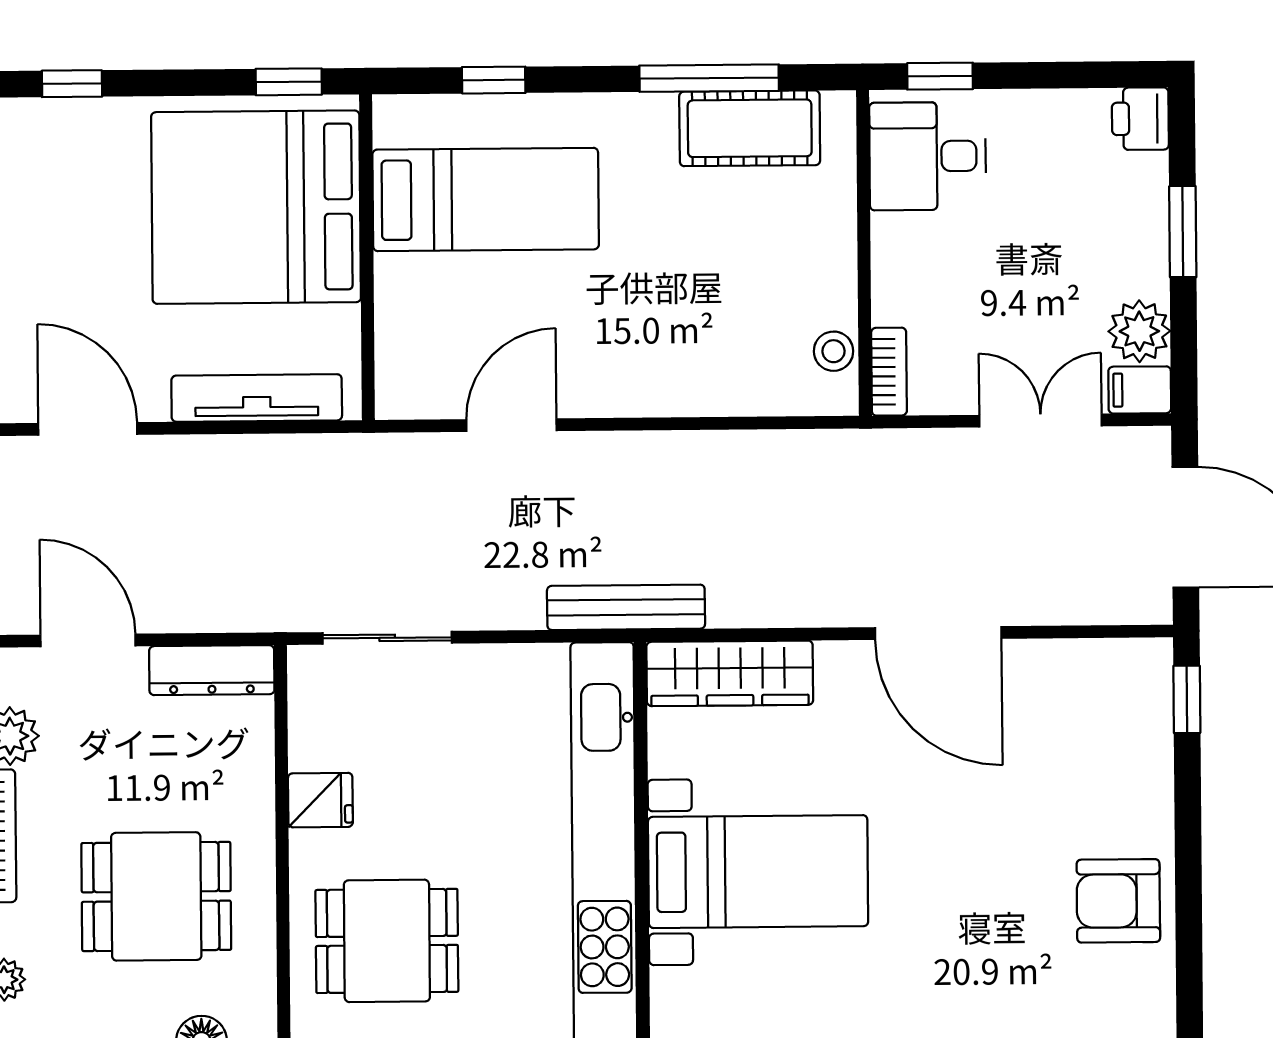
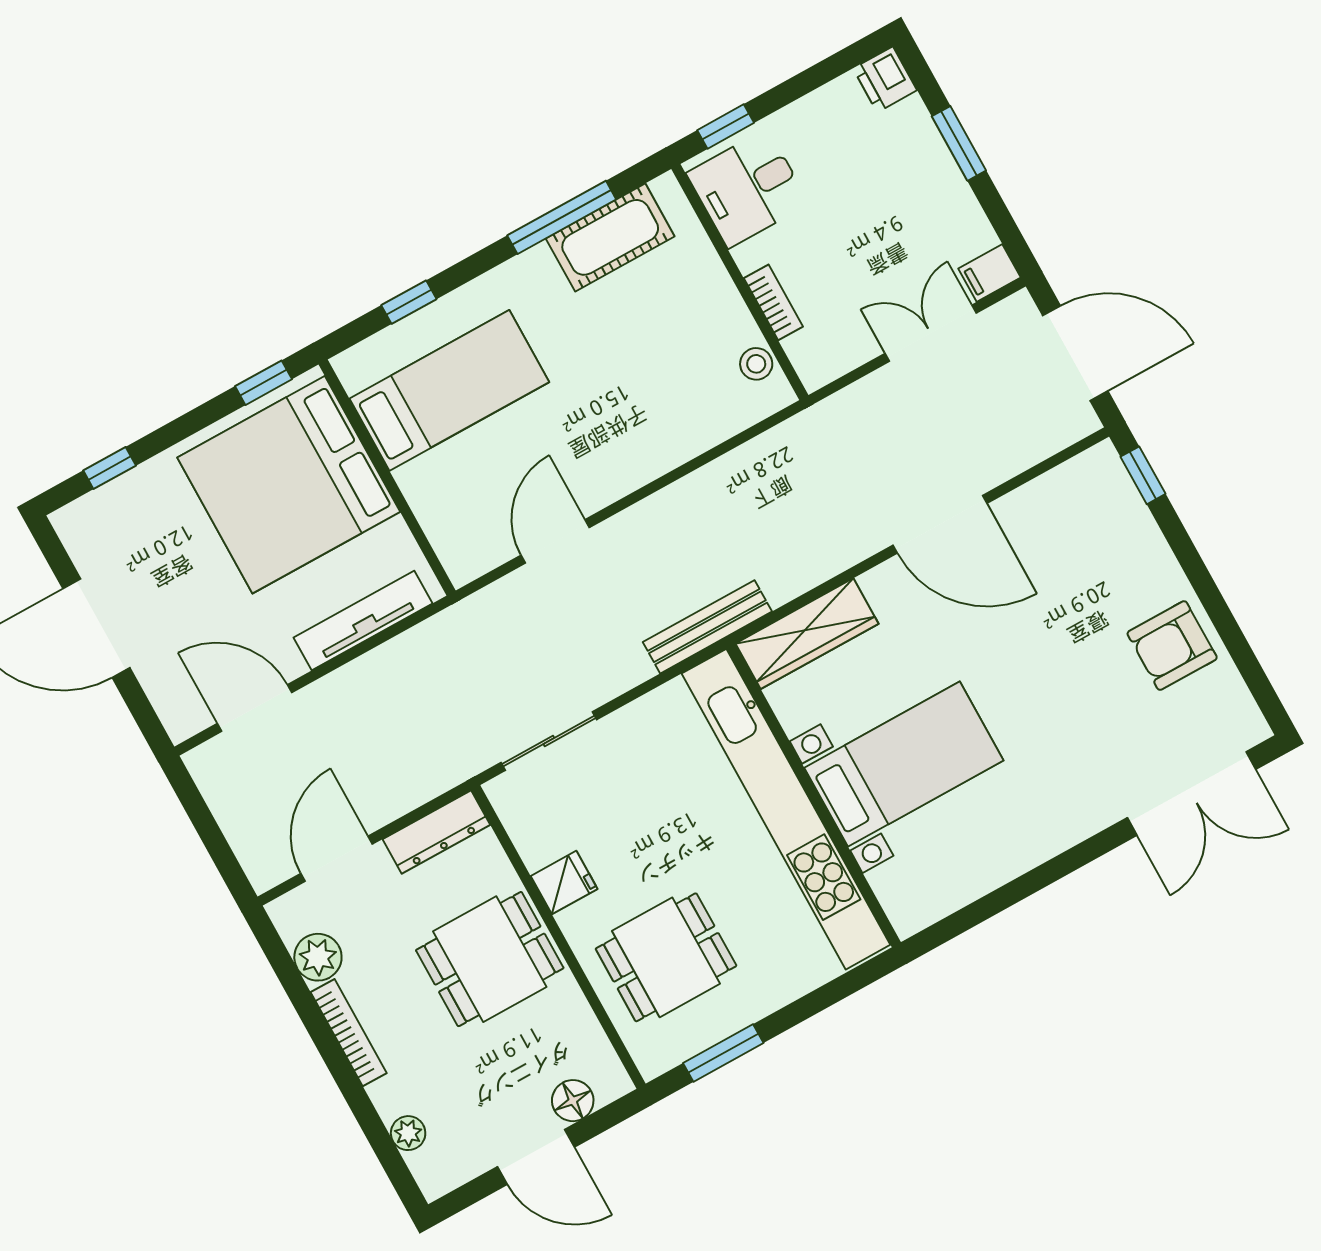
plant: (1139, 331) -> (967, 231), removed
bookcase: (889, 372) -> (773, 302), moved
door: (88, 640) -> (337, 859), hinge flipped
dining table: (156, 896) -> (490, 959), moved

